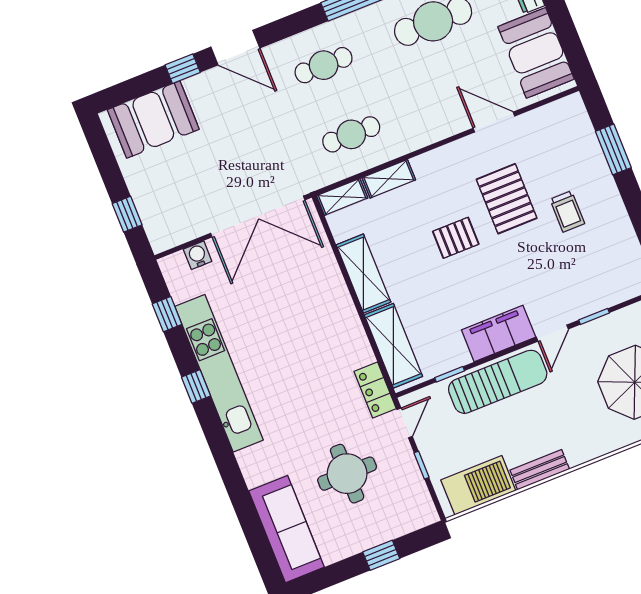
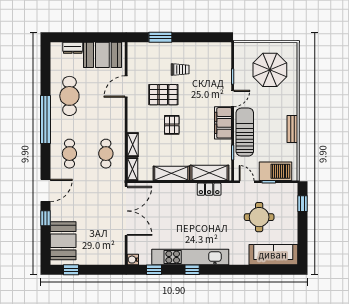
window: (127, 214) -> (71, 270), moved
water cooler: (198, 255) -> (133, 260), moved
door: (552, 333) -> (233, 98), hinge flipped
locker: (375, 390) -> (209, 189), moved
barbecue: (478, 485) -> (276, 171), moved, turned 90
window: (381, 555) -> (302, 204), moved

